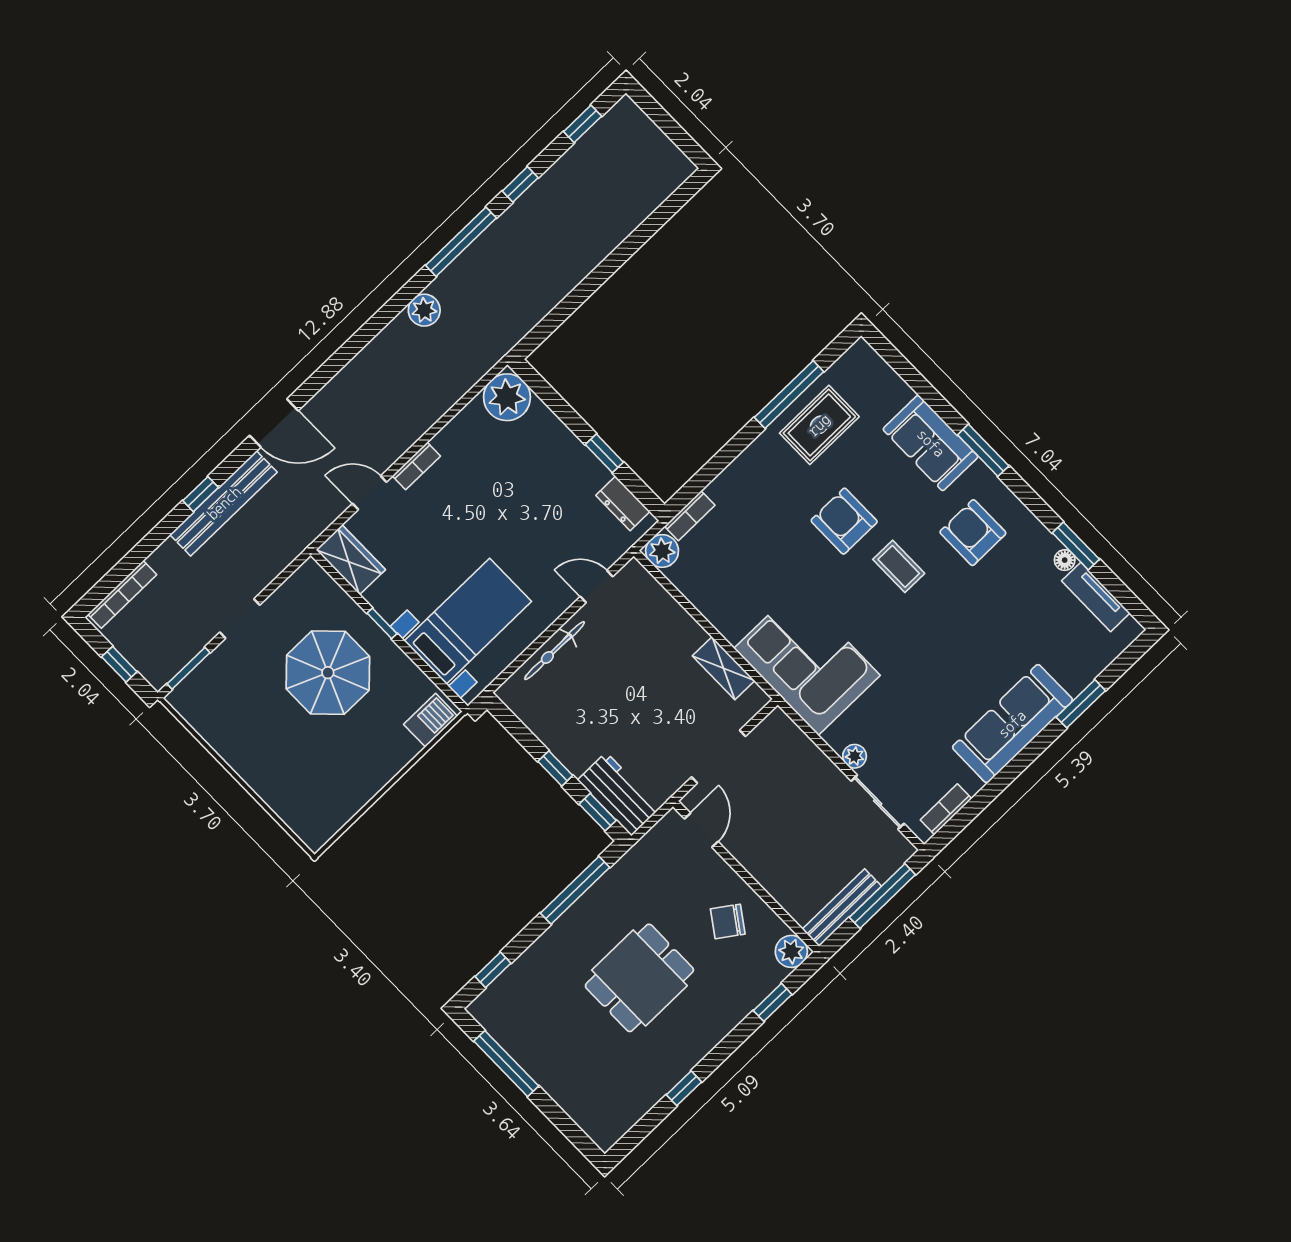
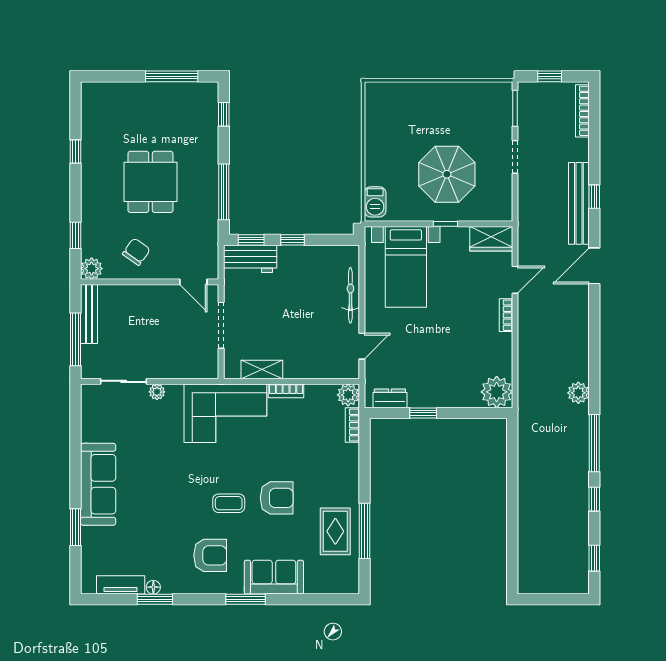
bookcase: (946, 809) -> (286, 391), moved, turned 90

